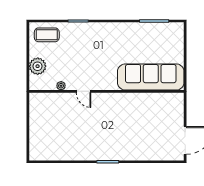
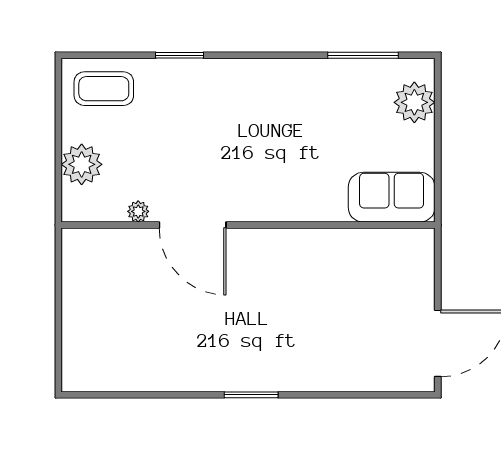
plant: (175, 40) -> (414, 102), added
sofa: (151, 77) -> (392, 197), width x0.54, depth x0.79
door: (84, 91) -> (193, 225), width x1.87

